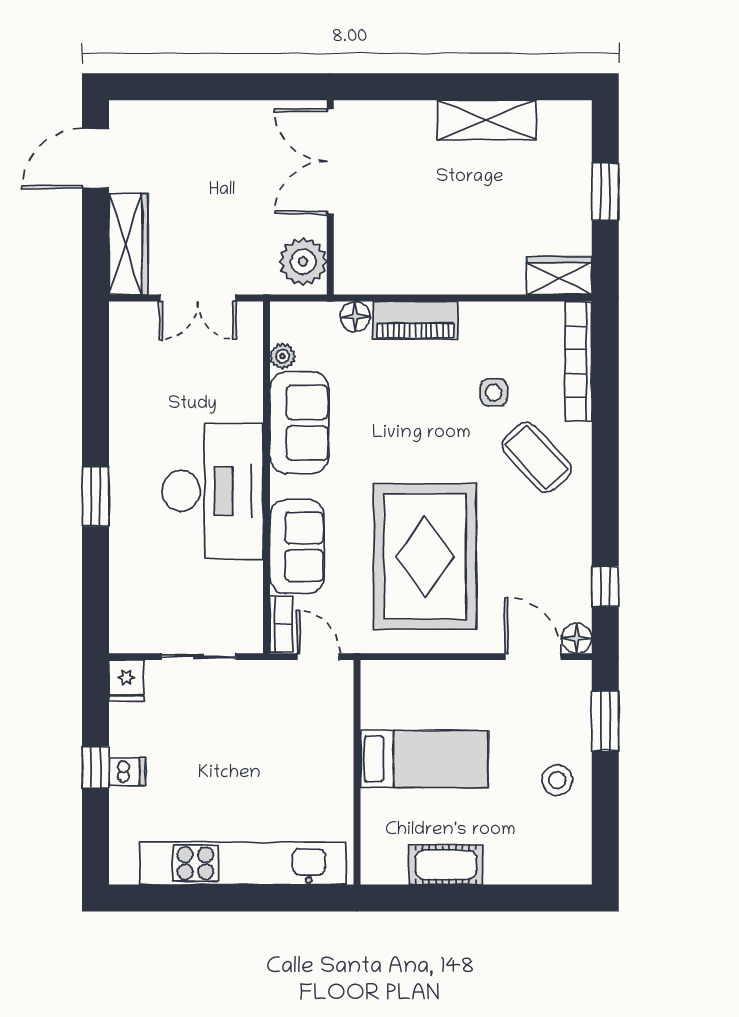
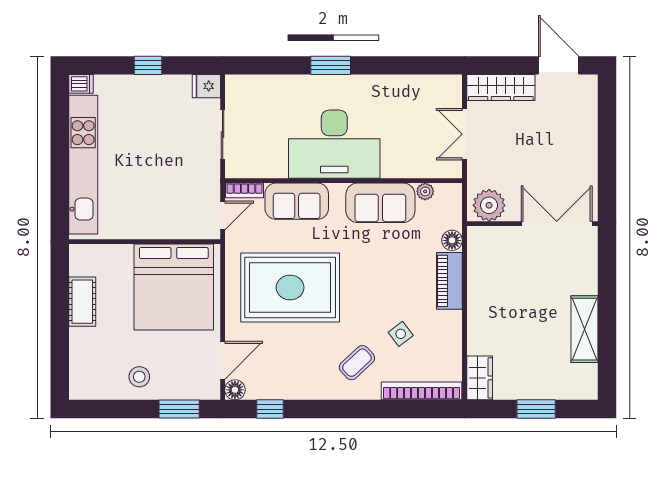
side table: (494, 392) -> (401, 334), turned -37
coffee table: (536, 457) -> (357, 363), width x0.73, depth x0.77
bed: (424, 759) -> (174, 287), width x2.04
dishwasher: (127, 772) -> (81, 84), moved, turned -90

